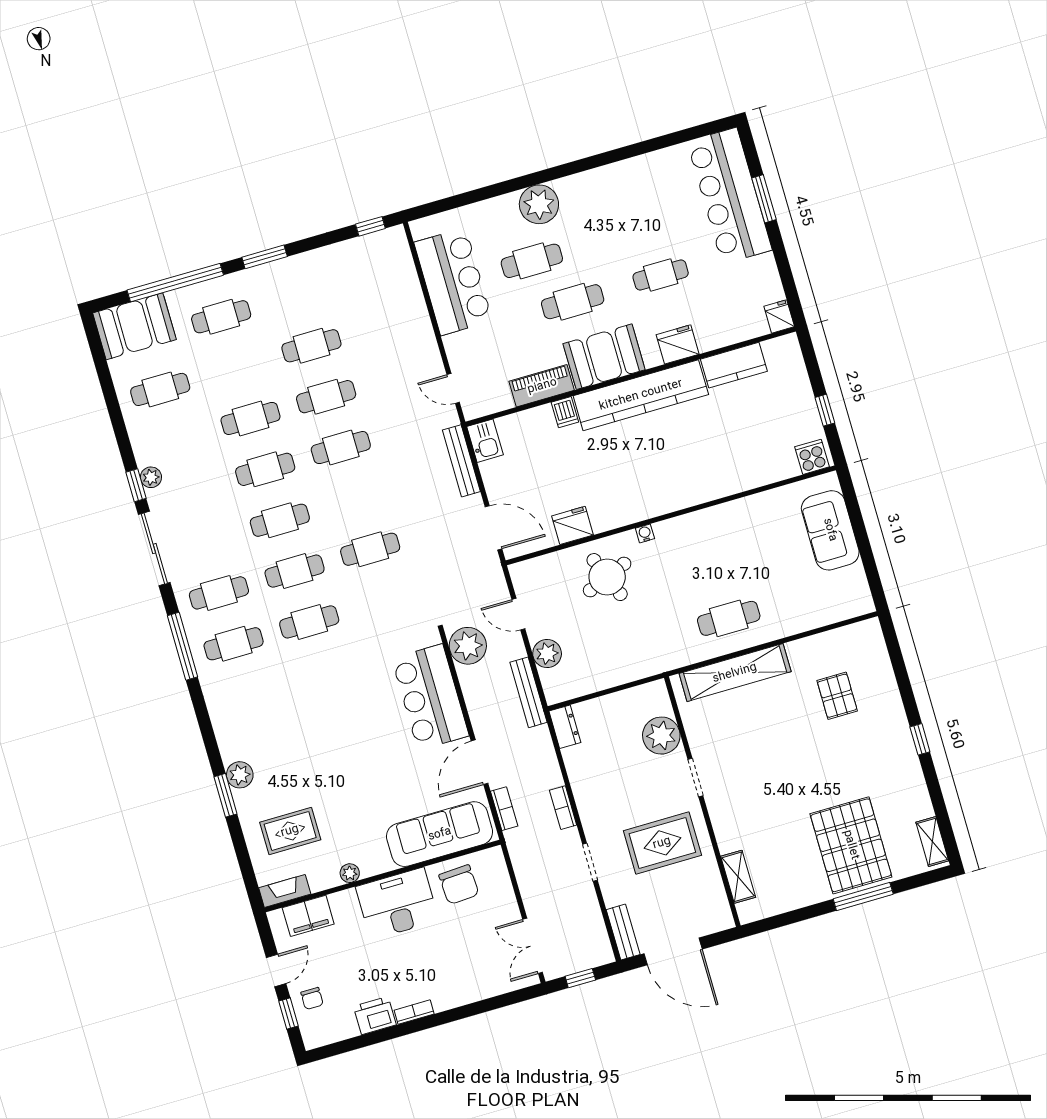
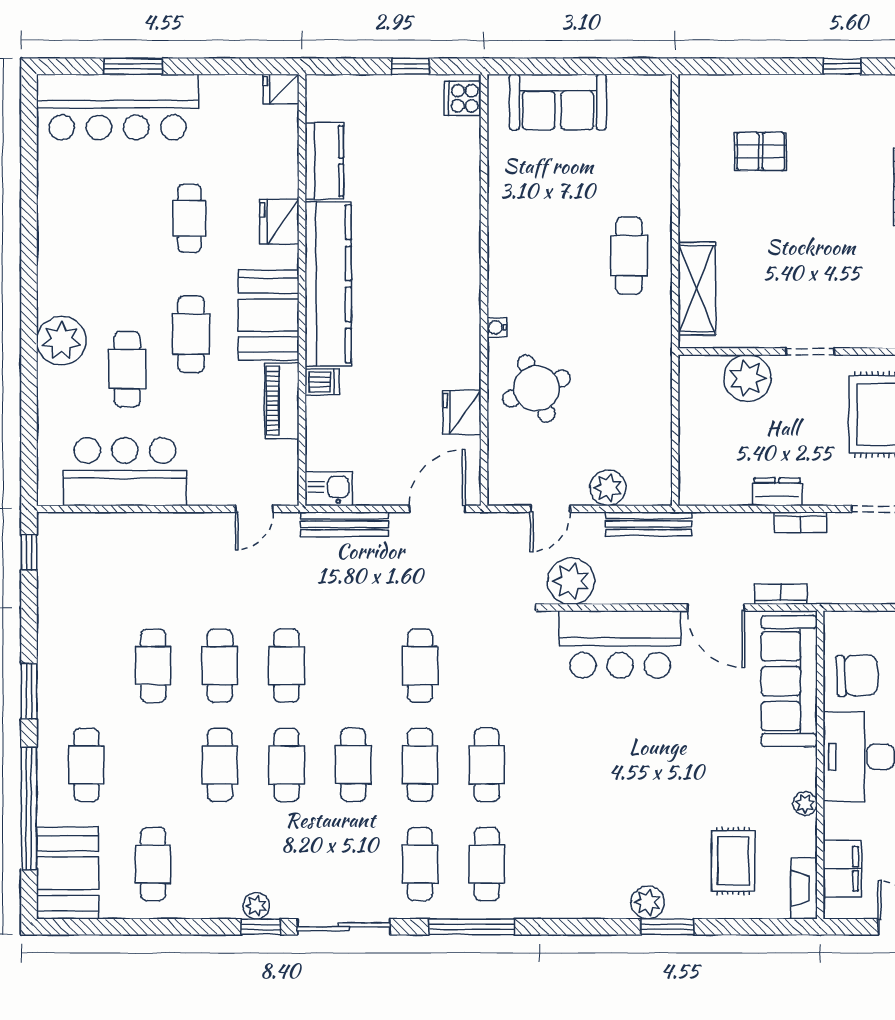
shelving: (735, 673) -> (697, 289), width x0.68
dresser: (565, 727) -> (777, 492), moved

